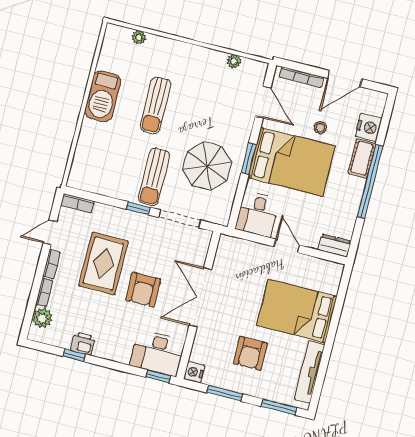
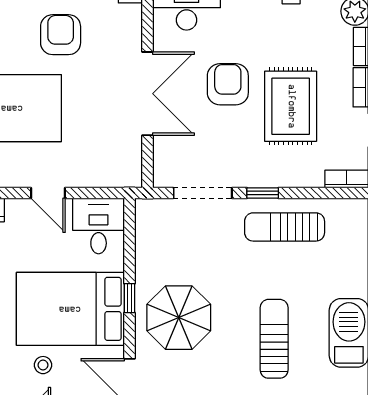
window: (249, 159) -> (129, 298), width x0.67
parasol: (207, 166) -> (179, 318), moved
sun lounger: (154, 177) -> (285, 227), moved, turned -90

